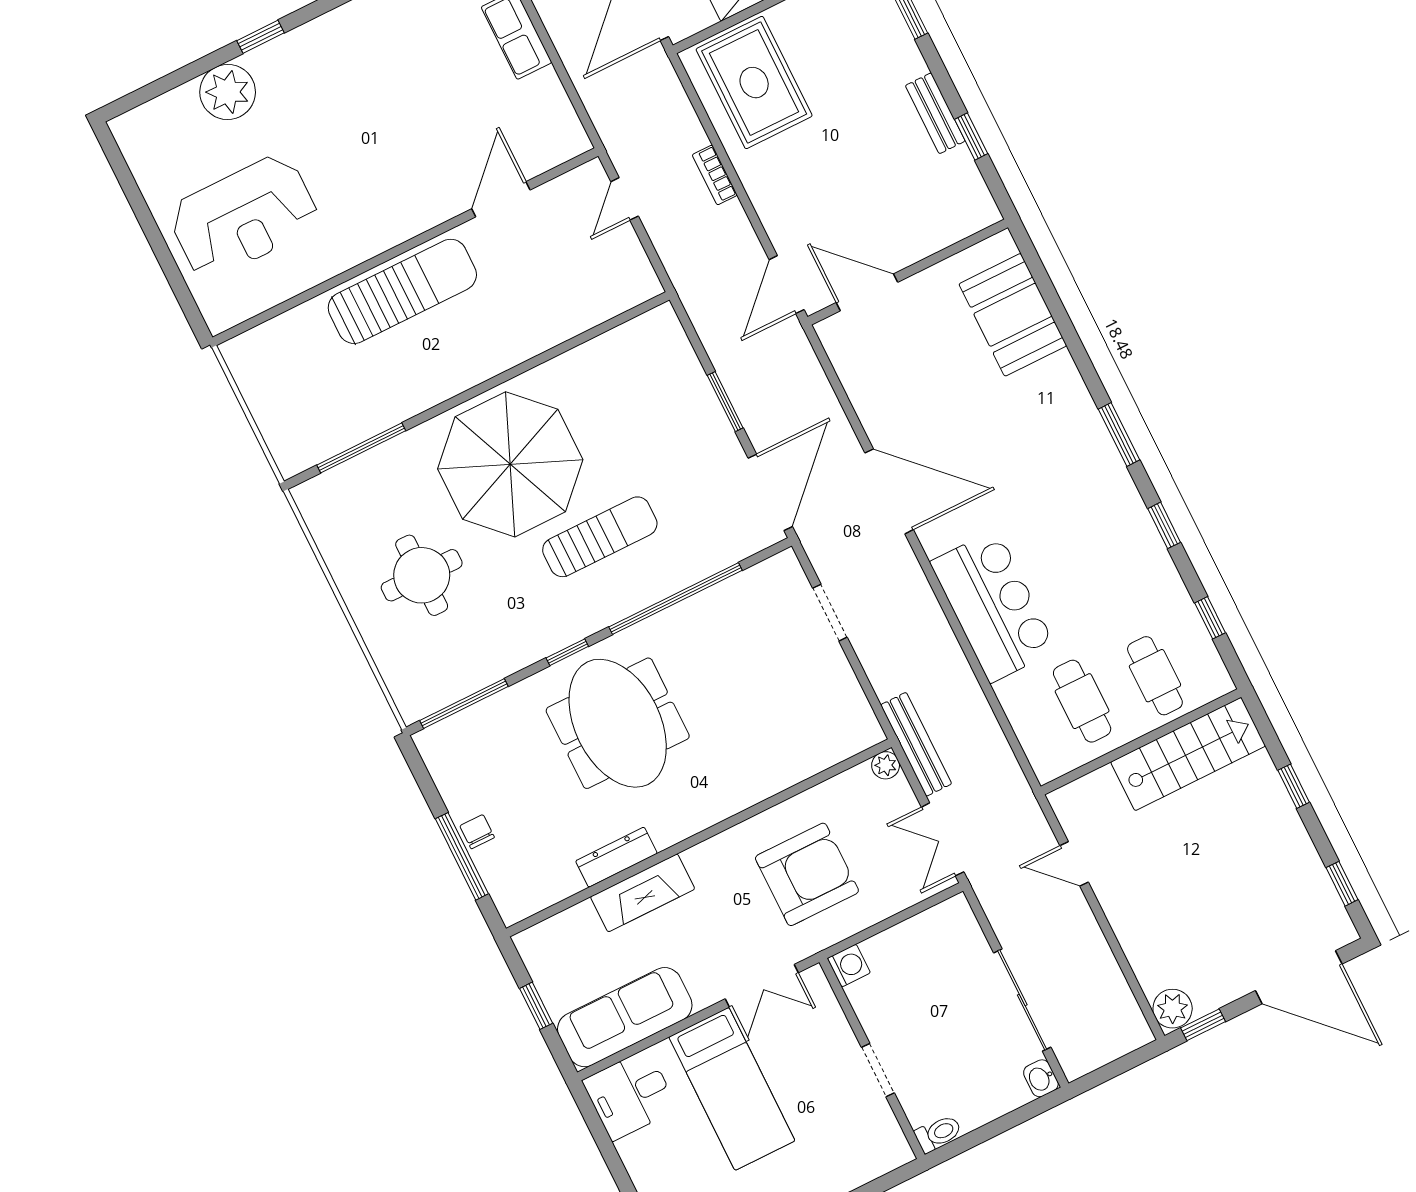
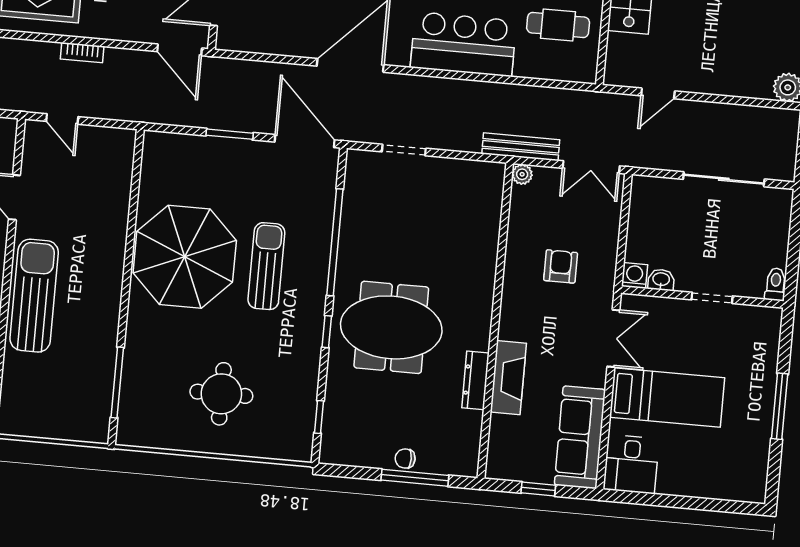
parasol: (510, 464) -> (185, 257), moved
window: (464, 704) -> (319, 417), width x0.46
armchair: (807, 874) -> (561, 266), width x0.53, depth x0.53
washbasin: (1041, 1078) -> (661, 280), moved, turned 180

